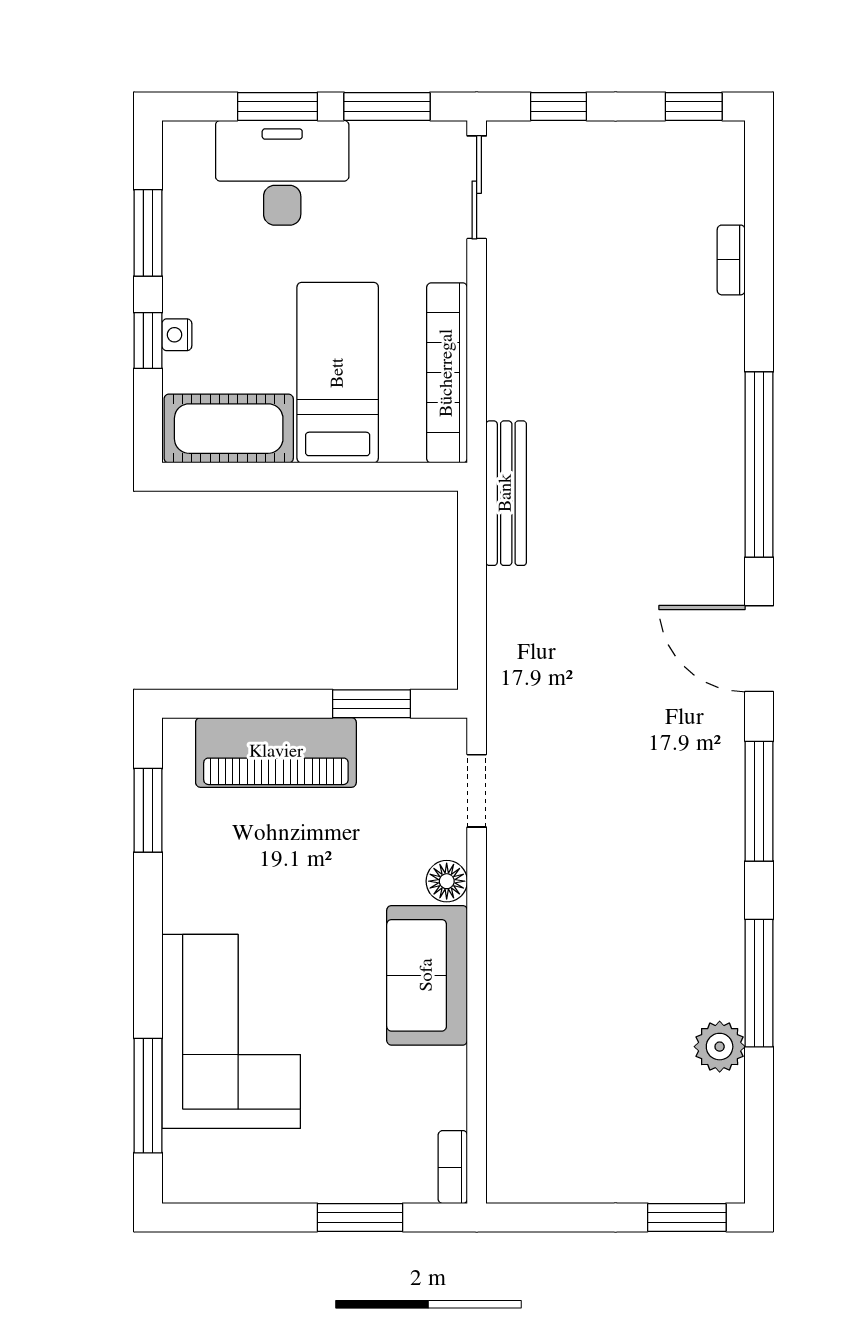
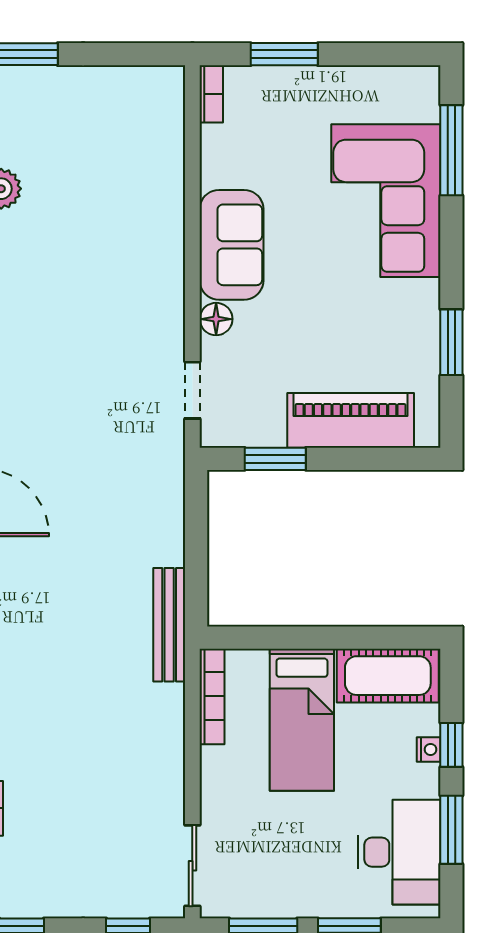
desk: (282, 173) -> (399, 852), moved, turned -90
bookcase: (447, 373) -> (212, 696), width x0.68, depth x0.76
window: (148, 810) -> (451, 342), moved

